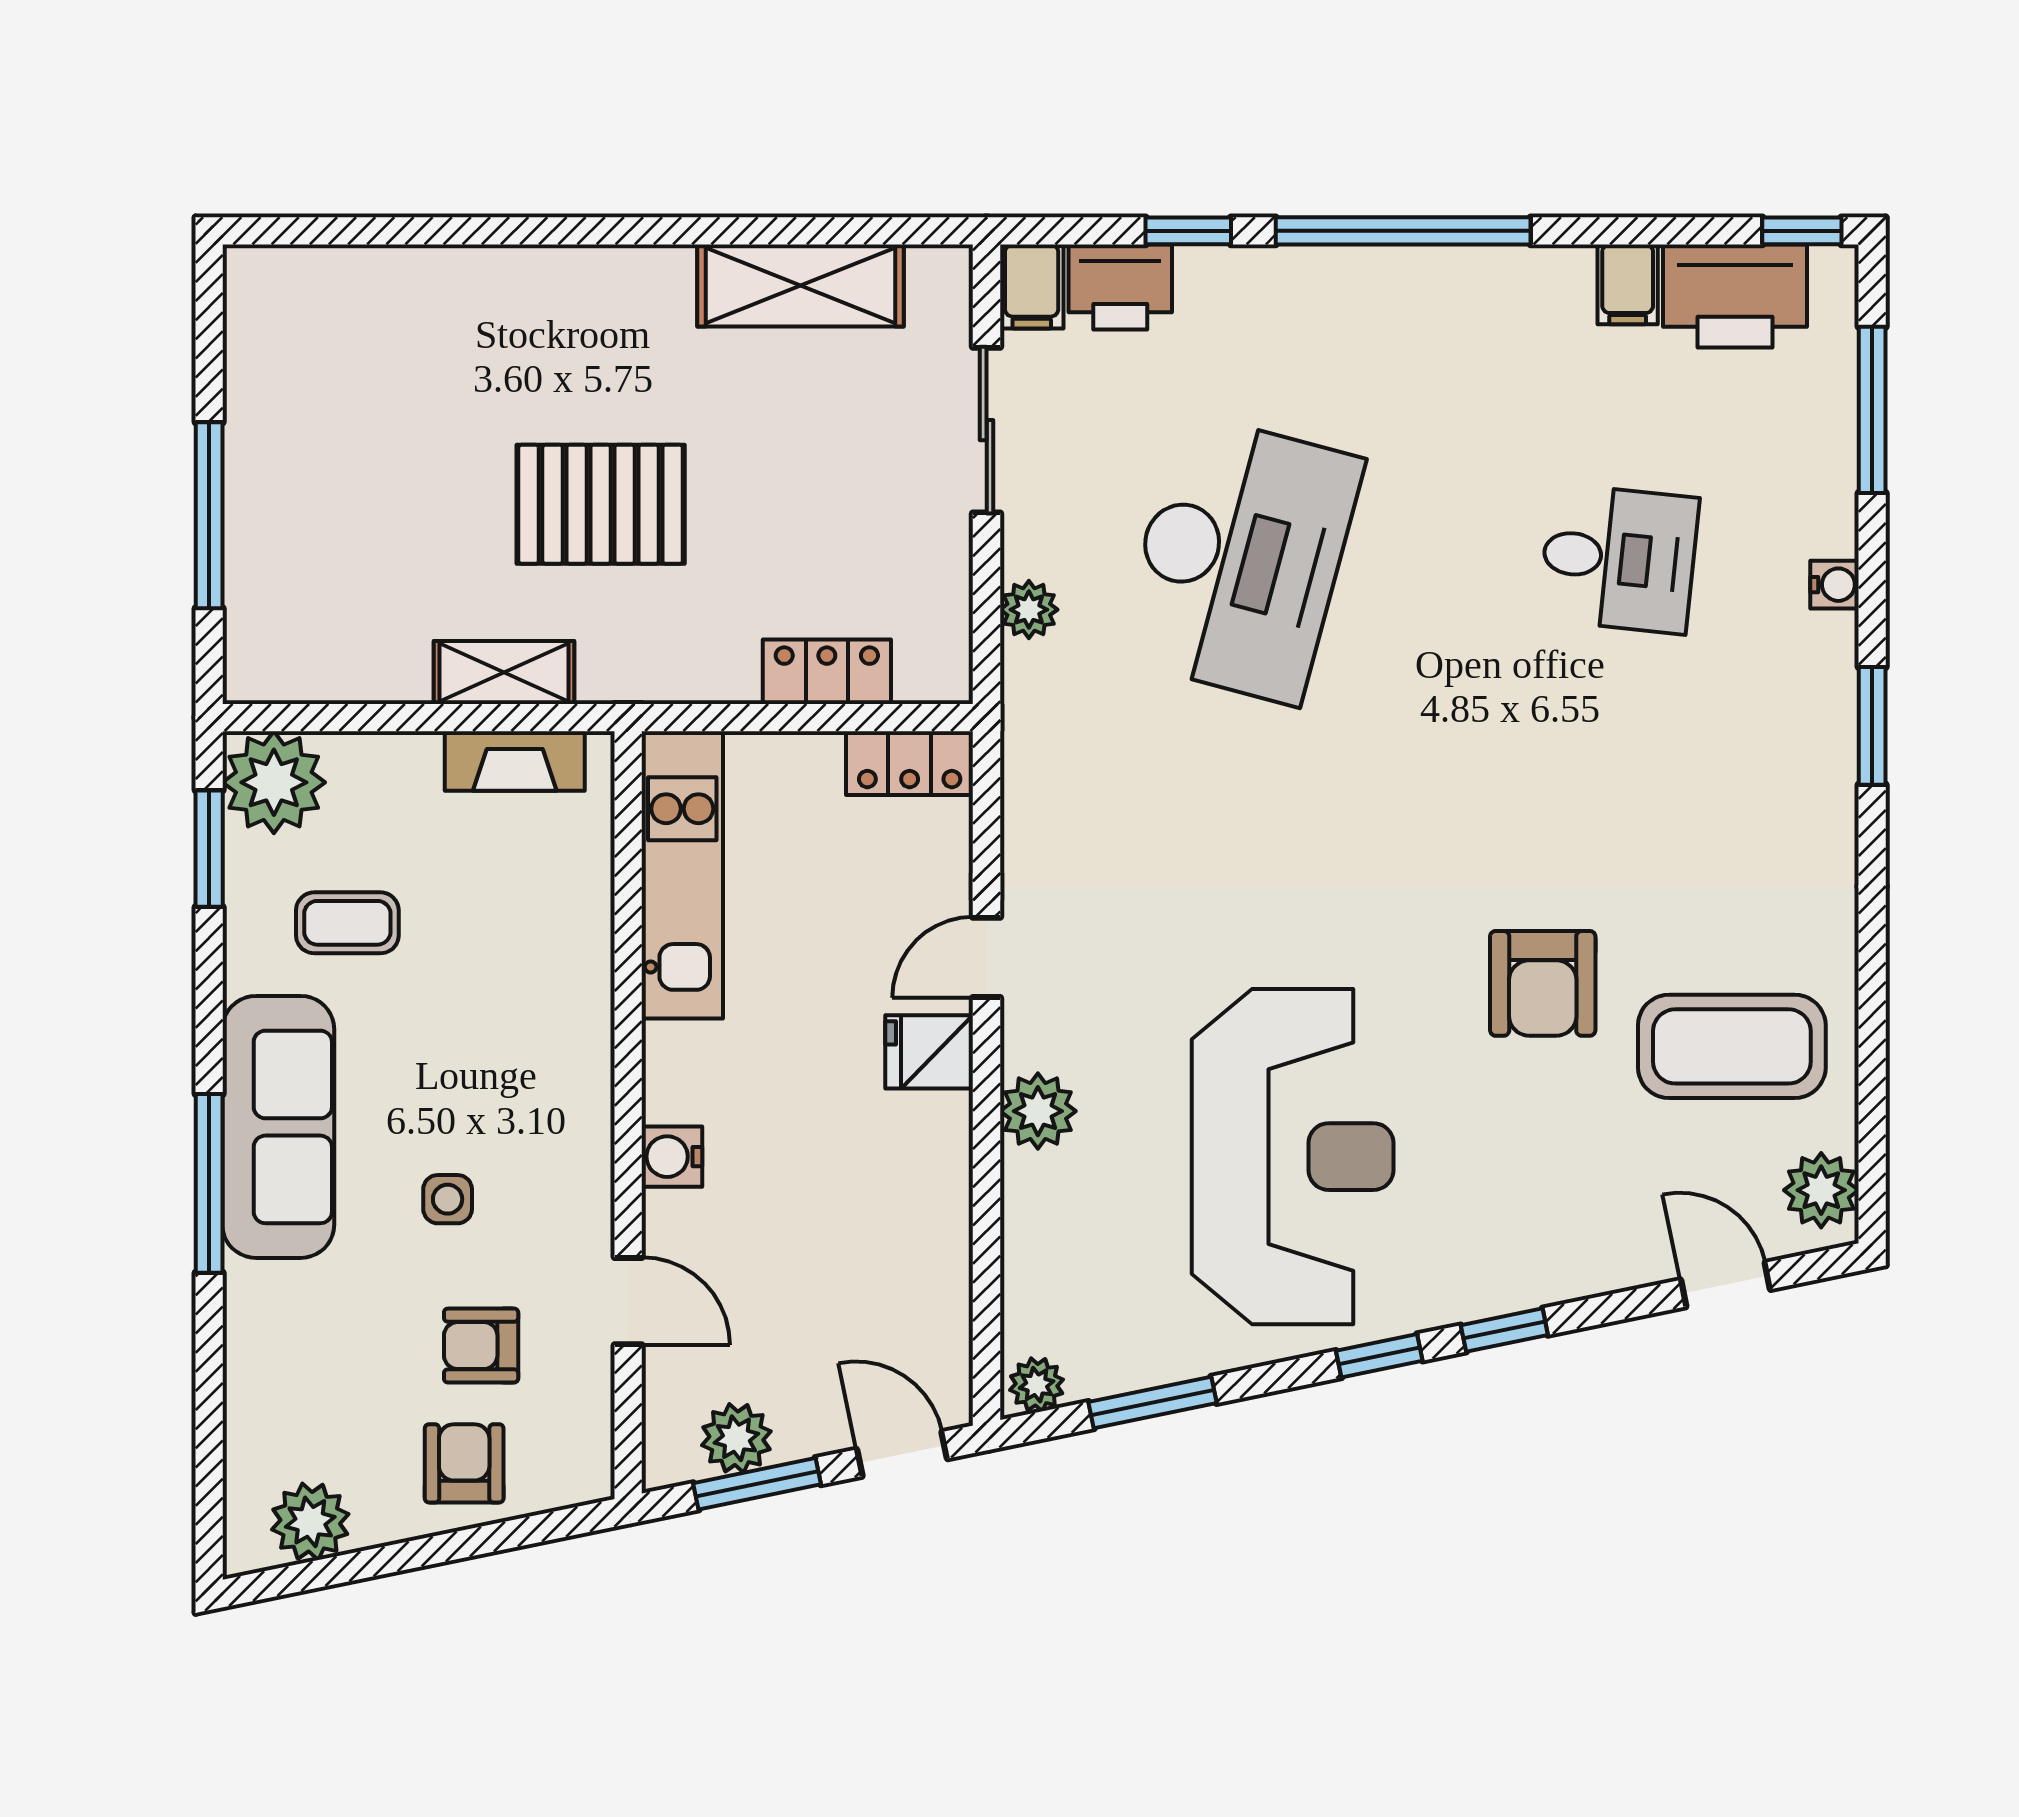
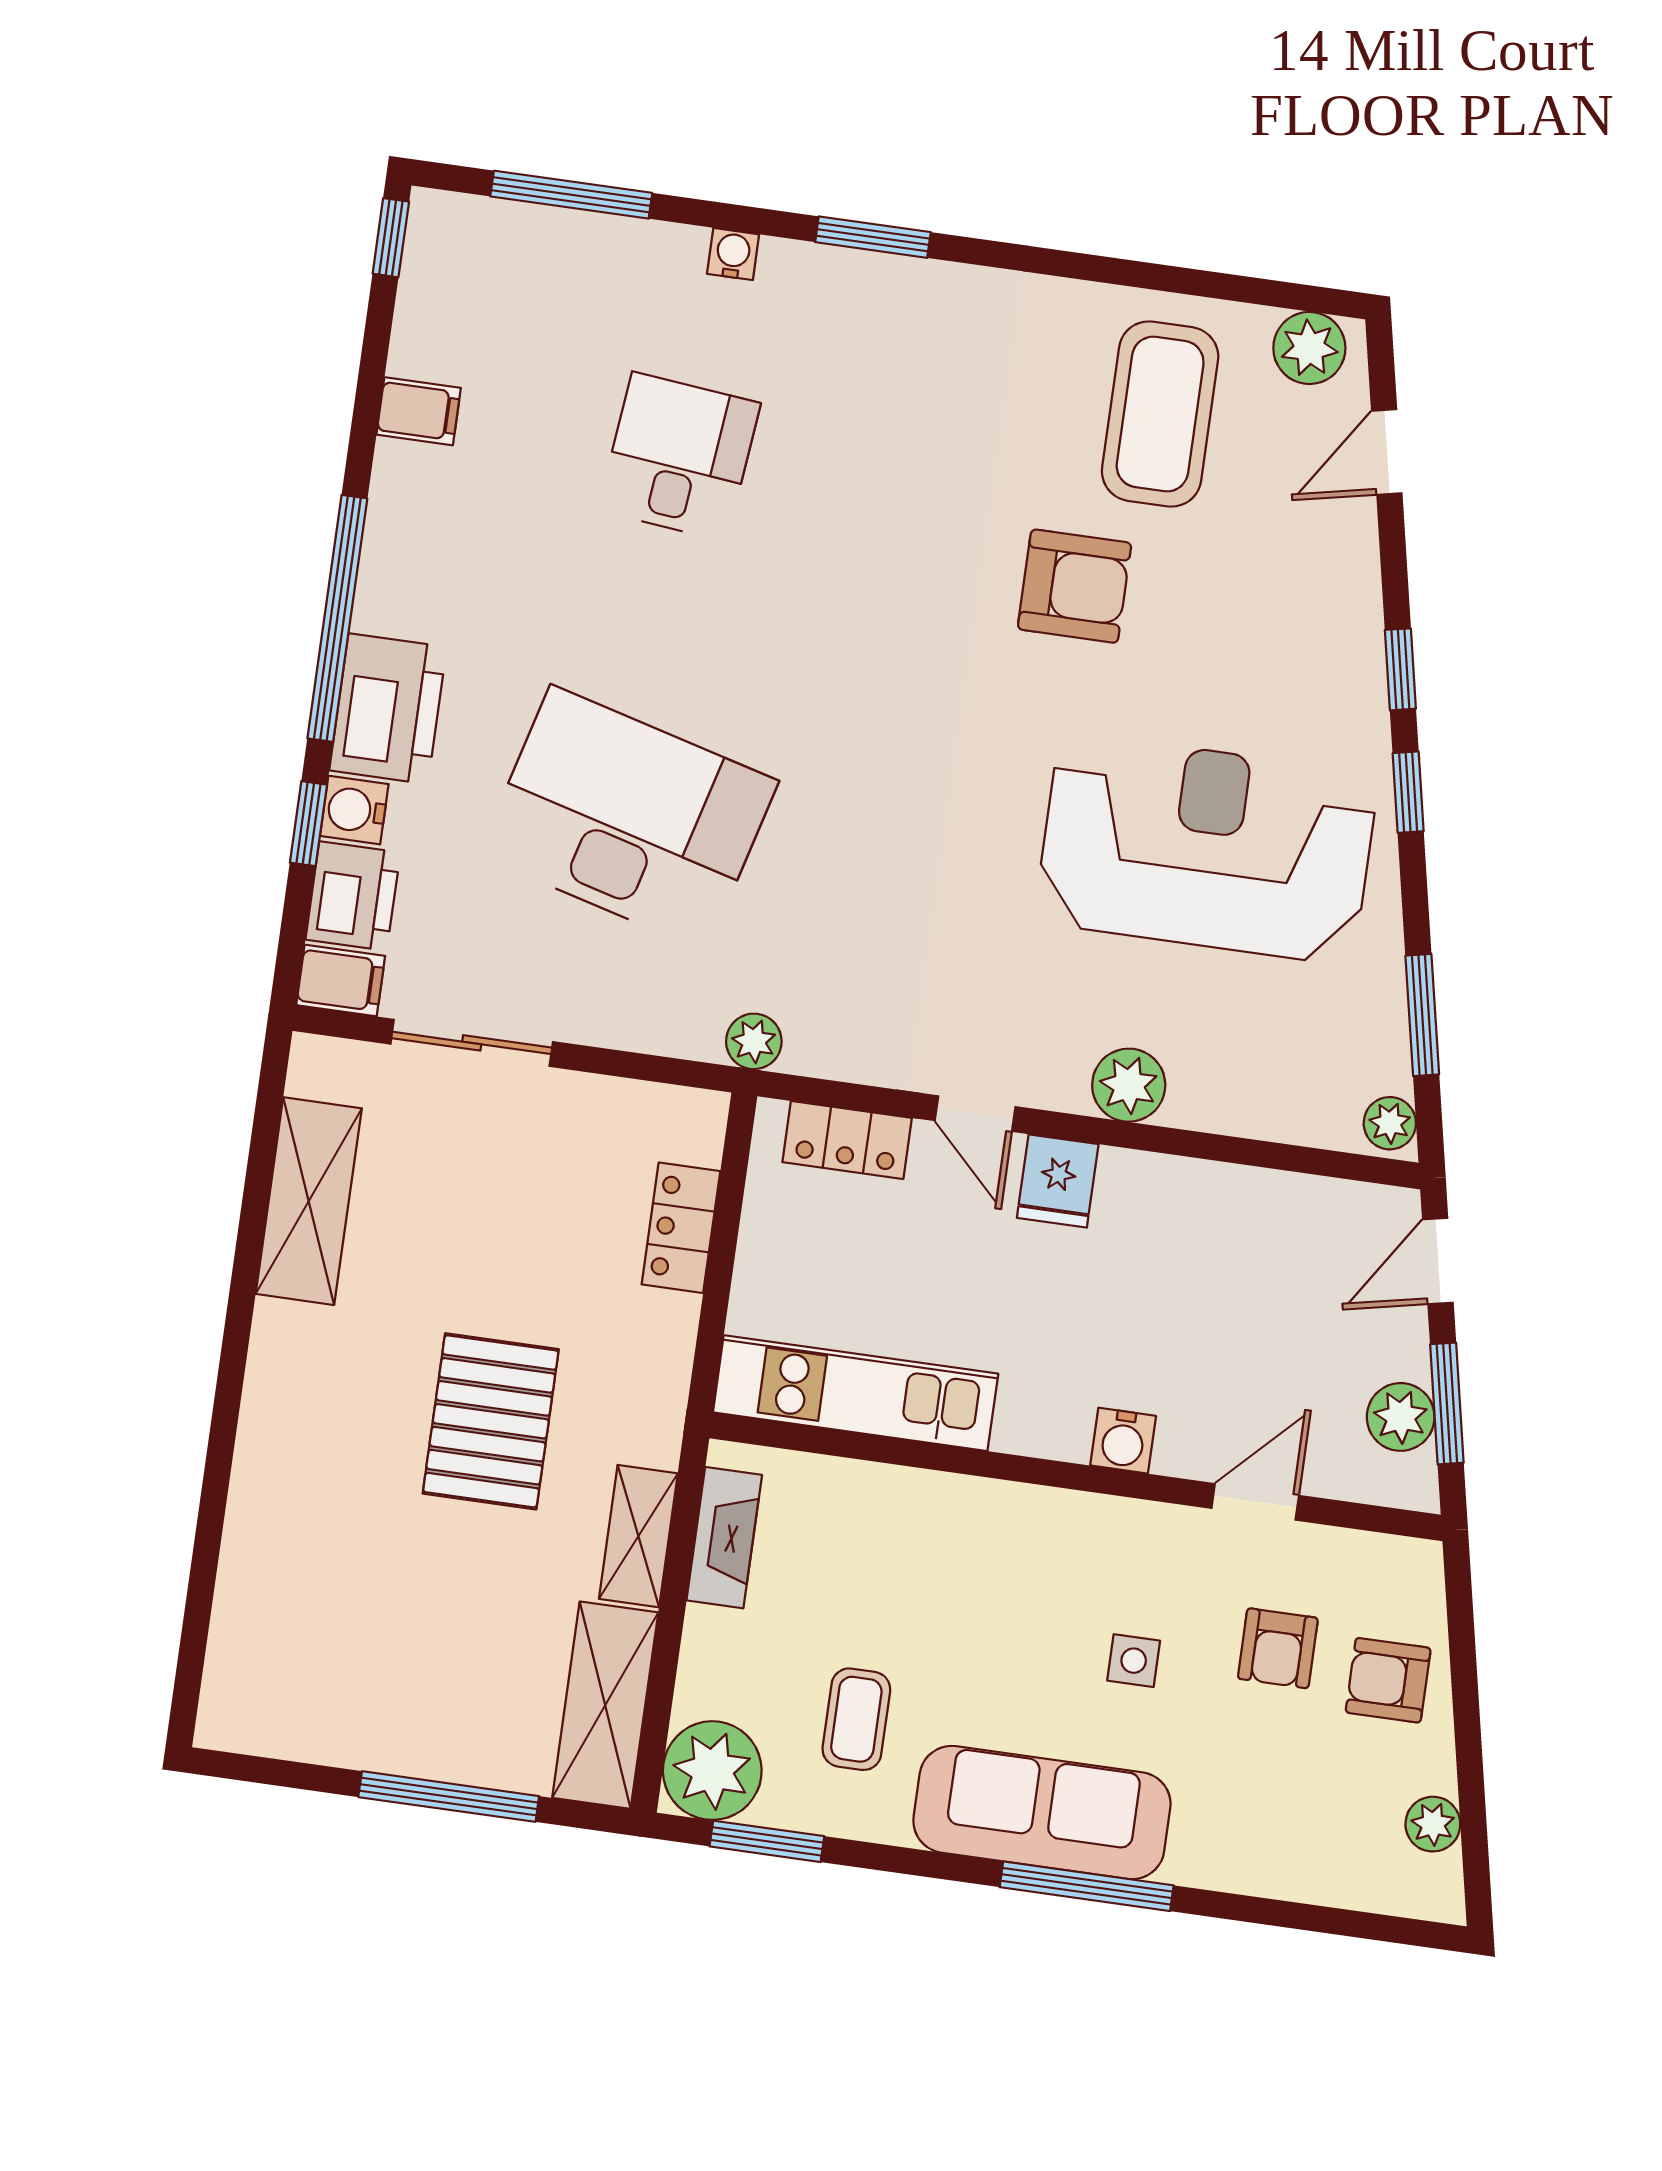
water cooler: (1209, 276) -> (354, 810), added
printer: (1735, 296) -> (388, 709), moved
plant: (1029, 610) -> (754, 1041), moved
shelving: (326, 663) -> (605, 1705), added
locker: (910, 763) -> (847, 1140), moved, turned 90
plant: (310, 1522) -> (1433, 1824), width x0.73, depth x0.73

